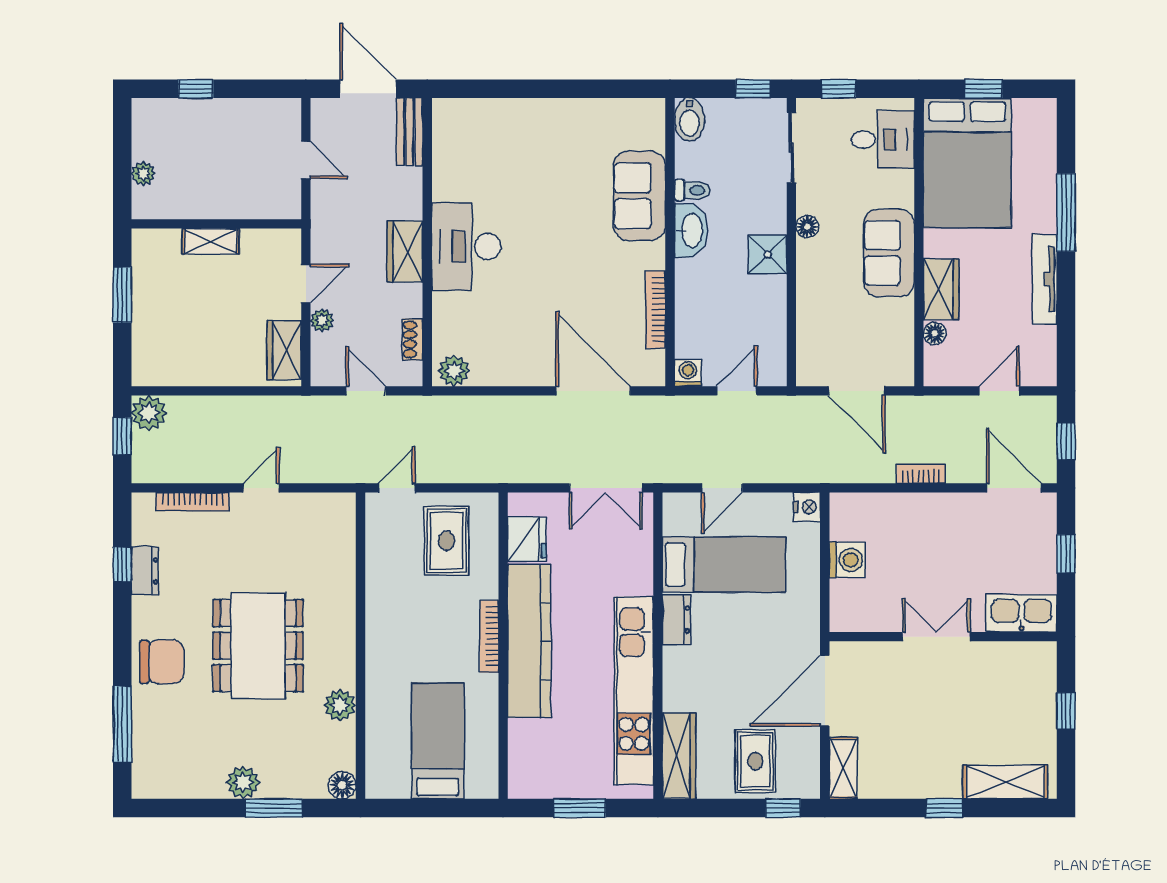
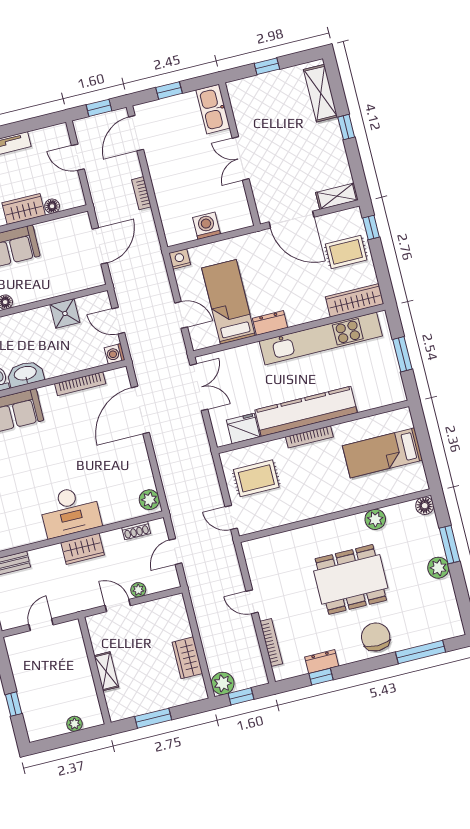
shower: (768, 254) -> (65, 313), moved
wardrobe: (284, 350) -> (187, 658), moved, turned 90

